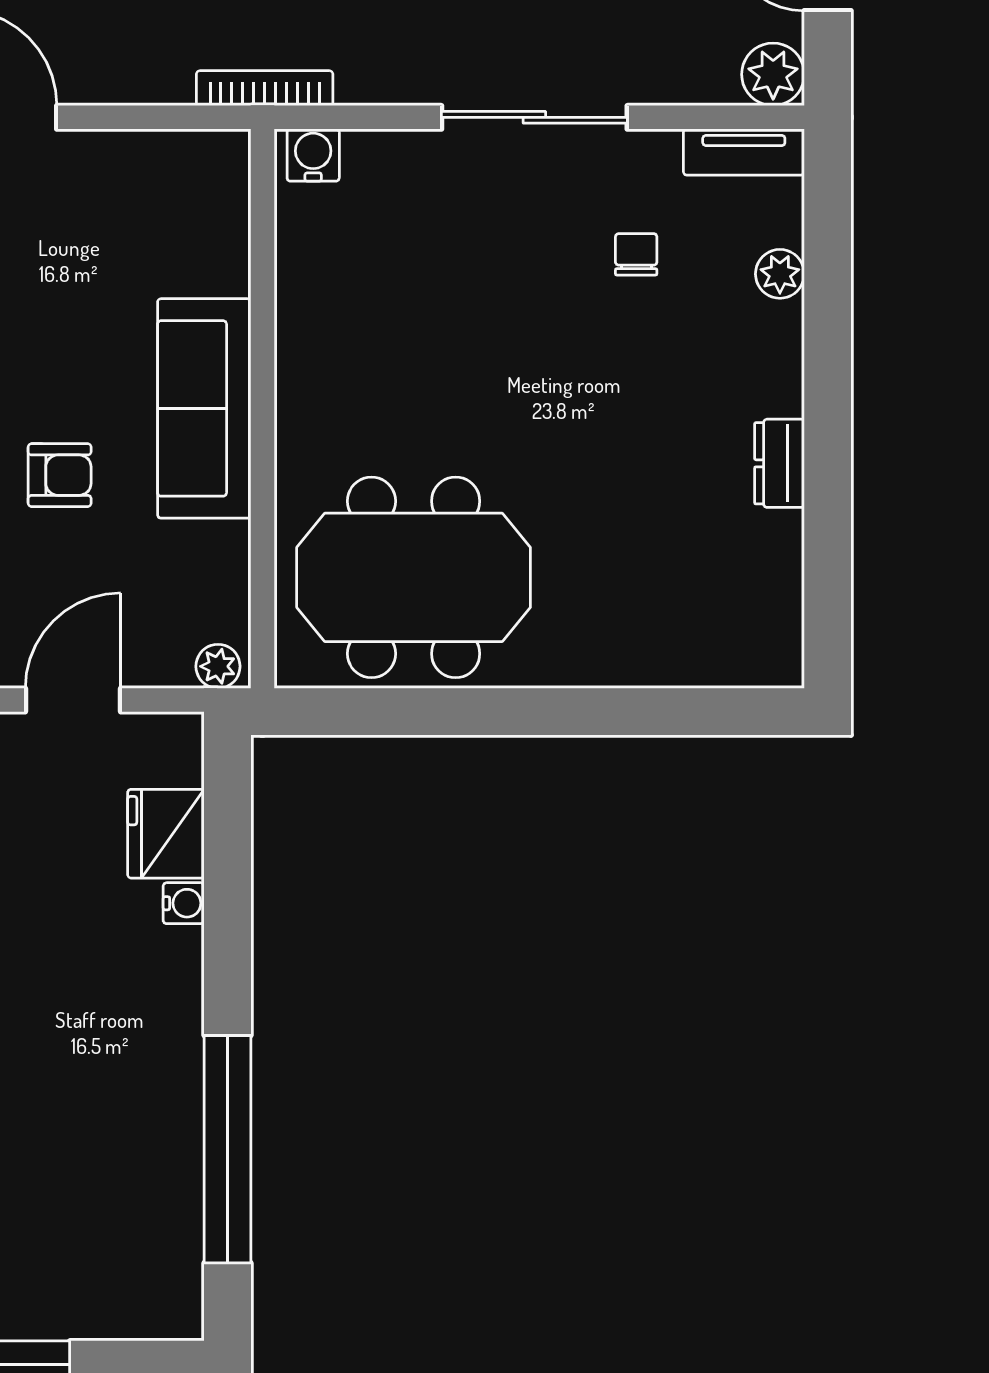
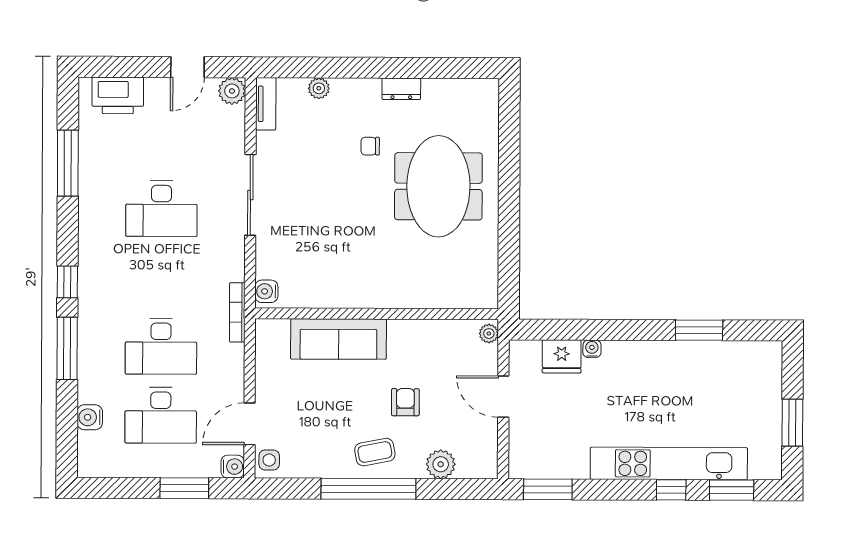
chair: (636, 254) -> (370, 146), moved
sofa: (204, 408) -> (339, 339), moved
meeting table: (414, 577) -> (438, 186), moved
window: (227, 1149) -> (699, 330), width x0.47

